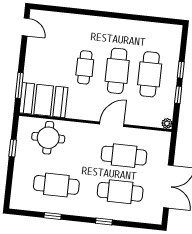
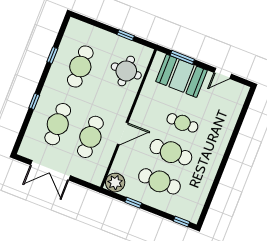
door: (26, 27) -> (223, 73), moved
window: (181, 70) -> (181, 222), moved
booth: (44, 100) -> (181, 76), moved, turned 90
plant: (167, 123) -> (115, 183), width x1.88, depth x1.88
door: (112, 124) -> (123, 134), hinge flipped

